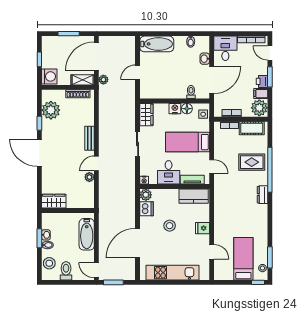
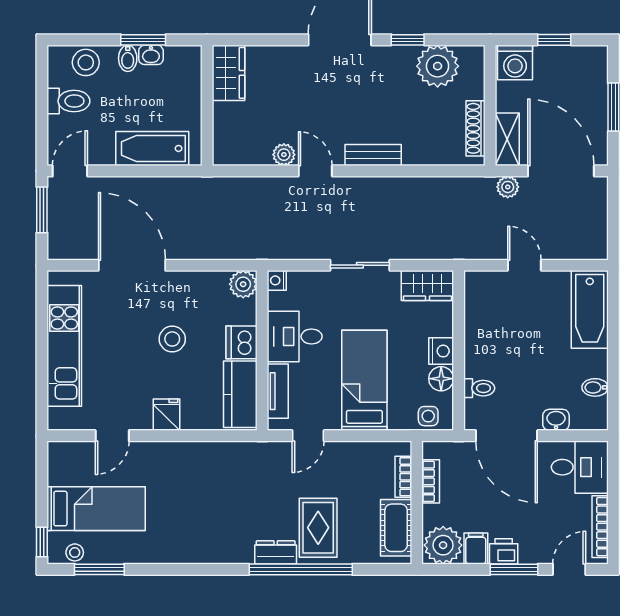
dresser: (262, 195) -> (276, 552), moved
dishwasher: (146, 209) -> (242, 342), moved, turned 90

